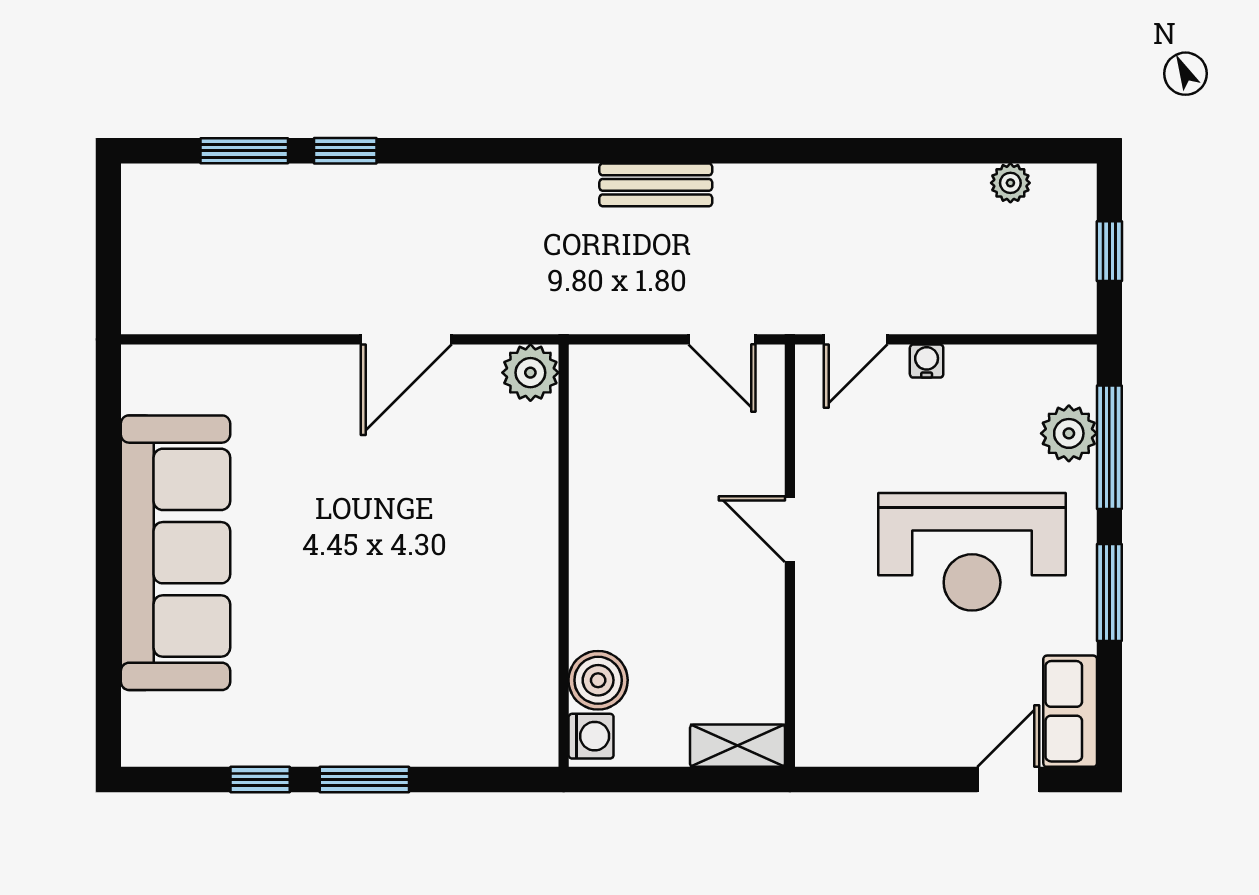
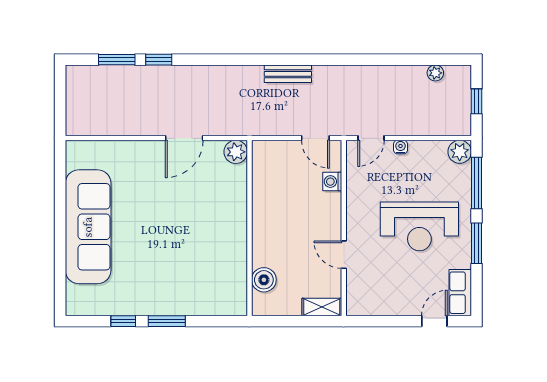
plant: (1069, 433) -> (460, 152), moved
door: (790, 529) -> (344, 255), moved
washing machine: (591, 736) -> (332, 182), moved, turned 180

